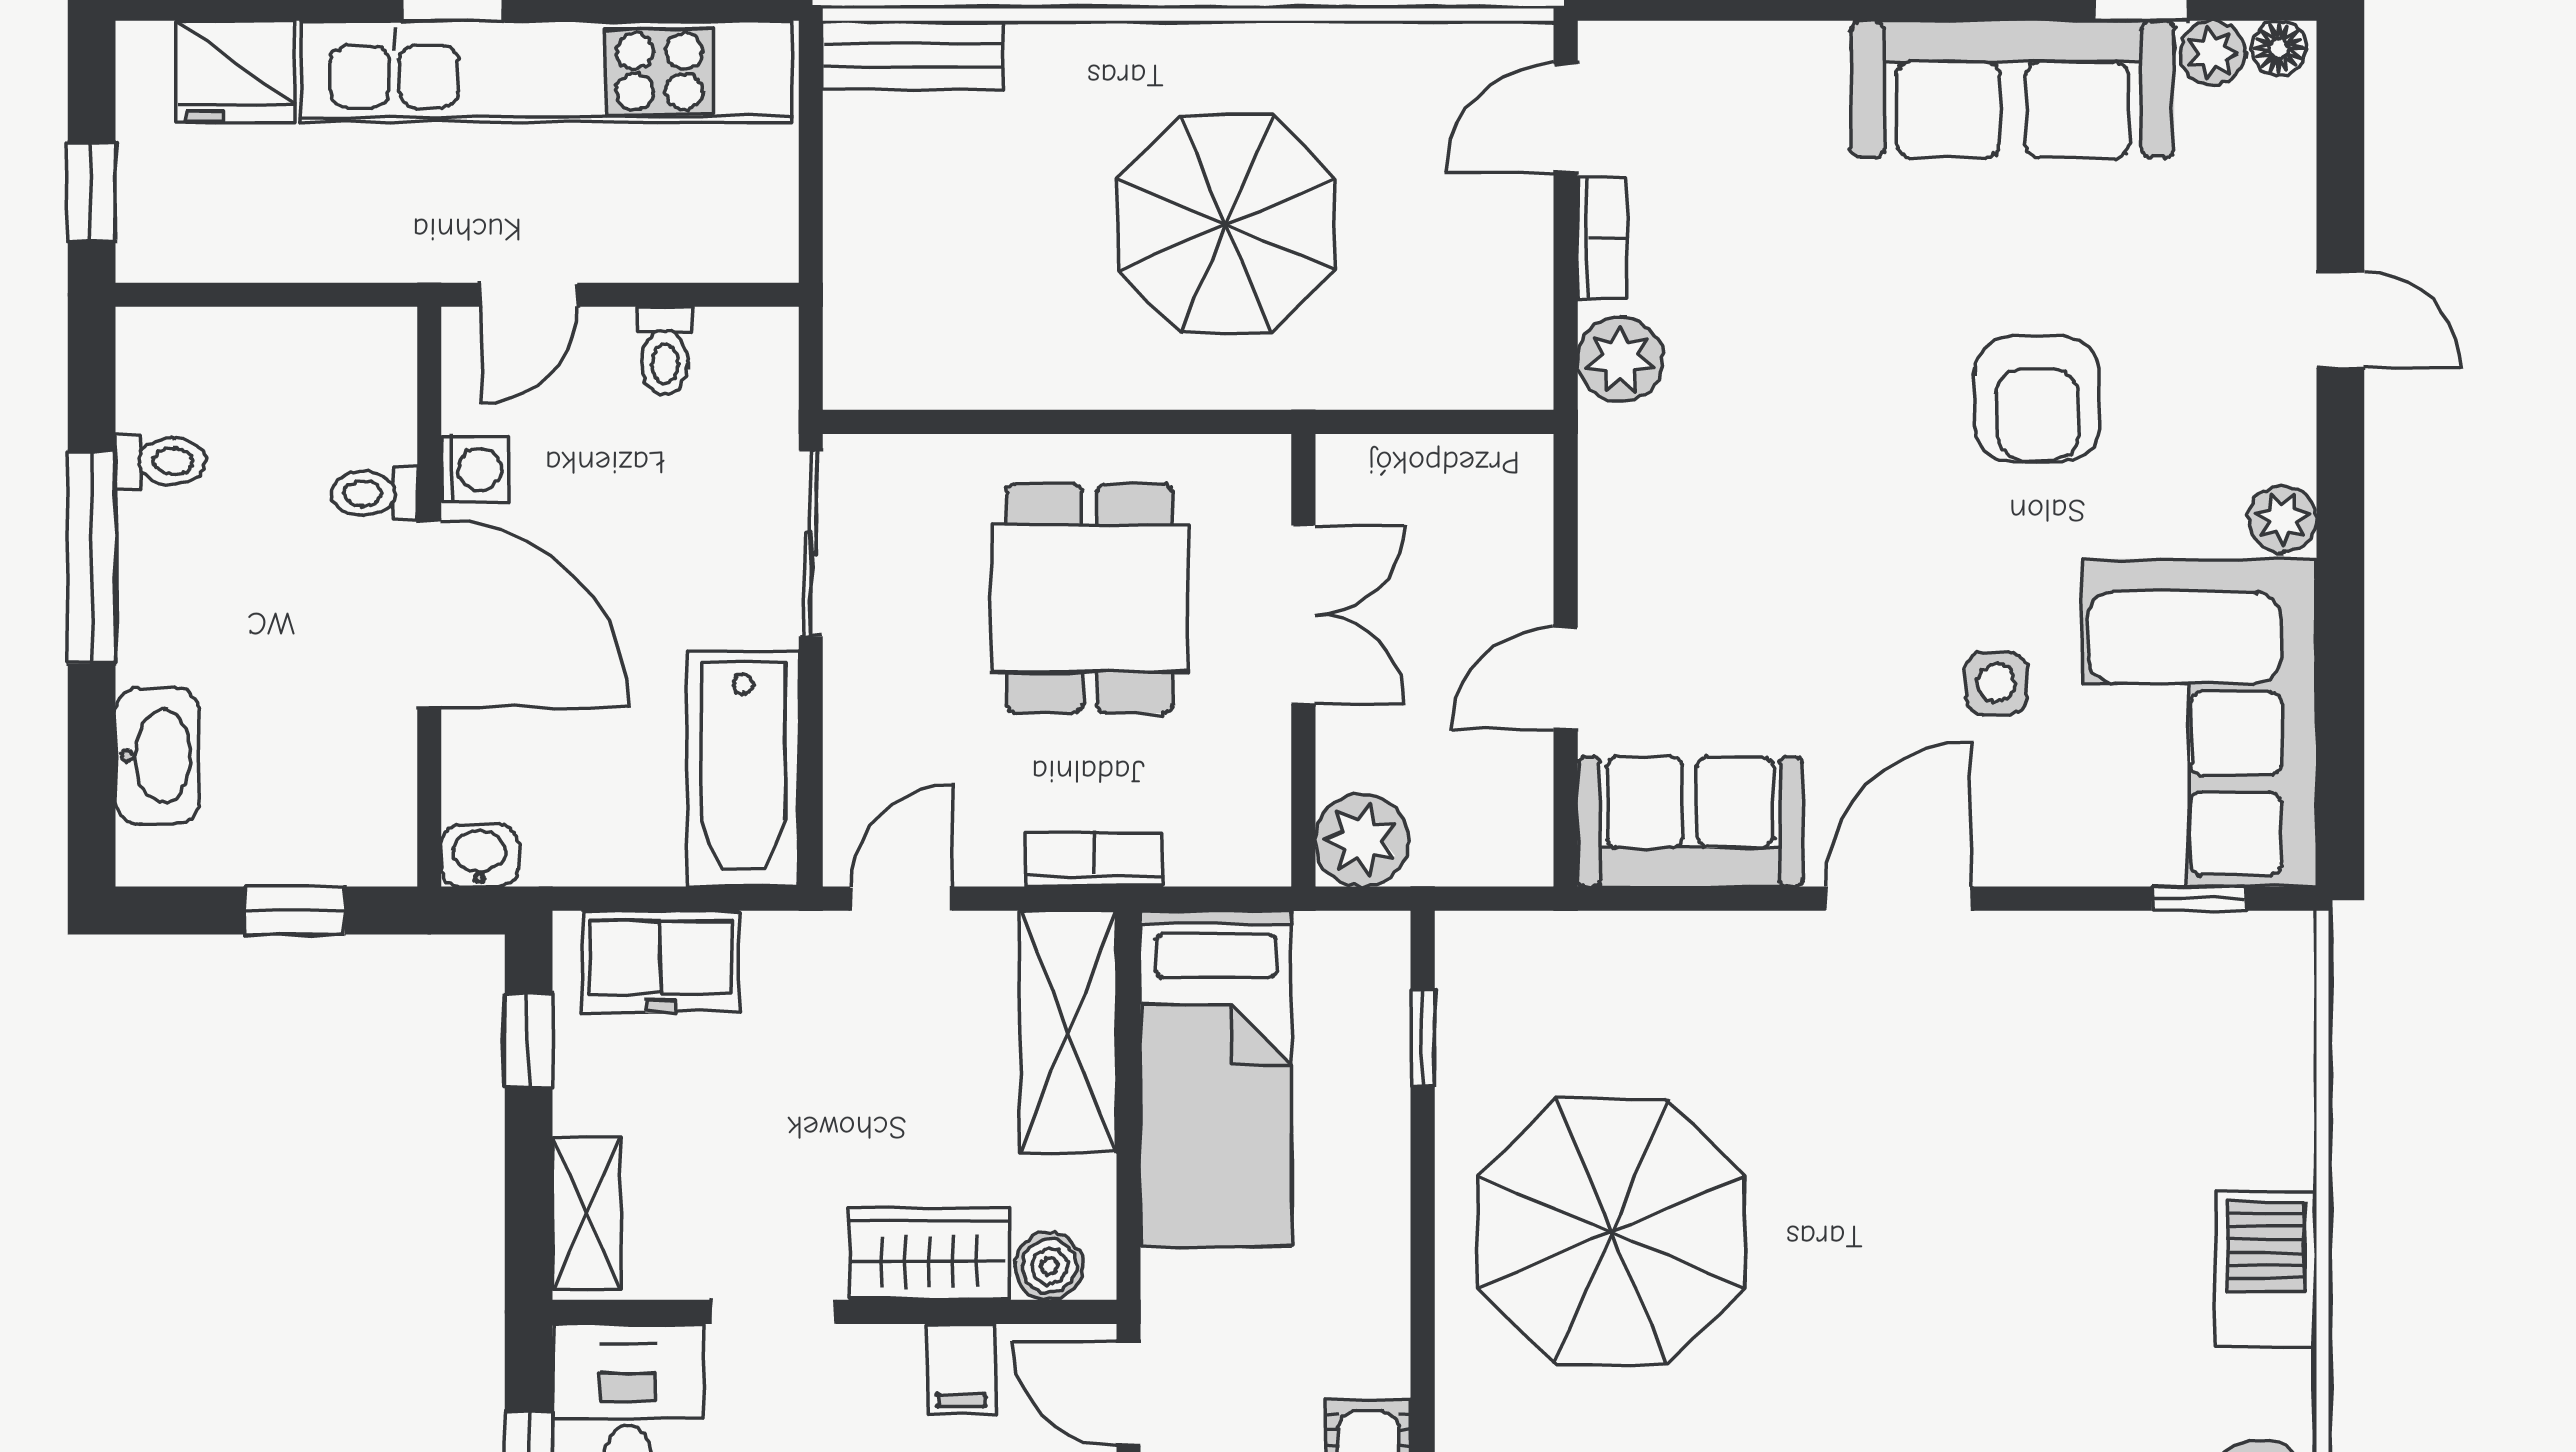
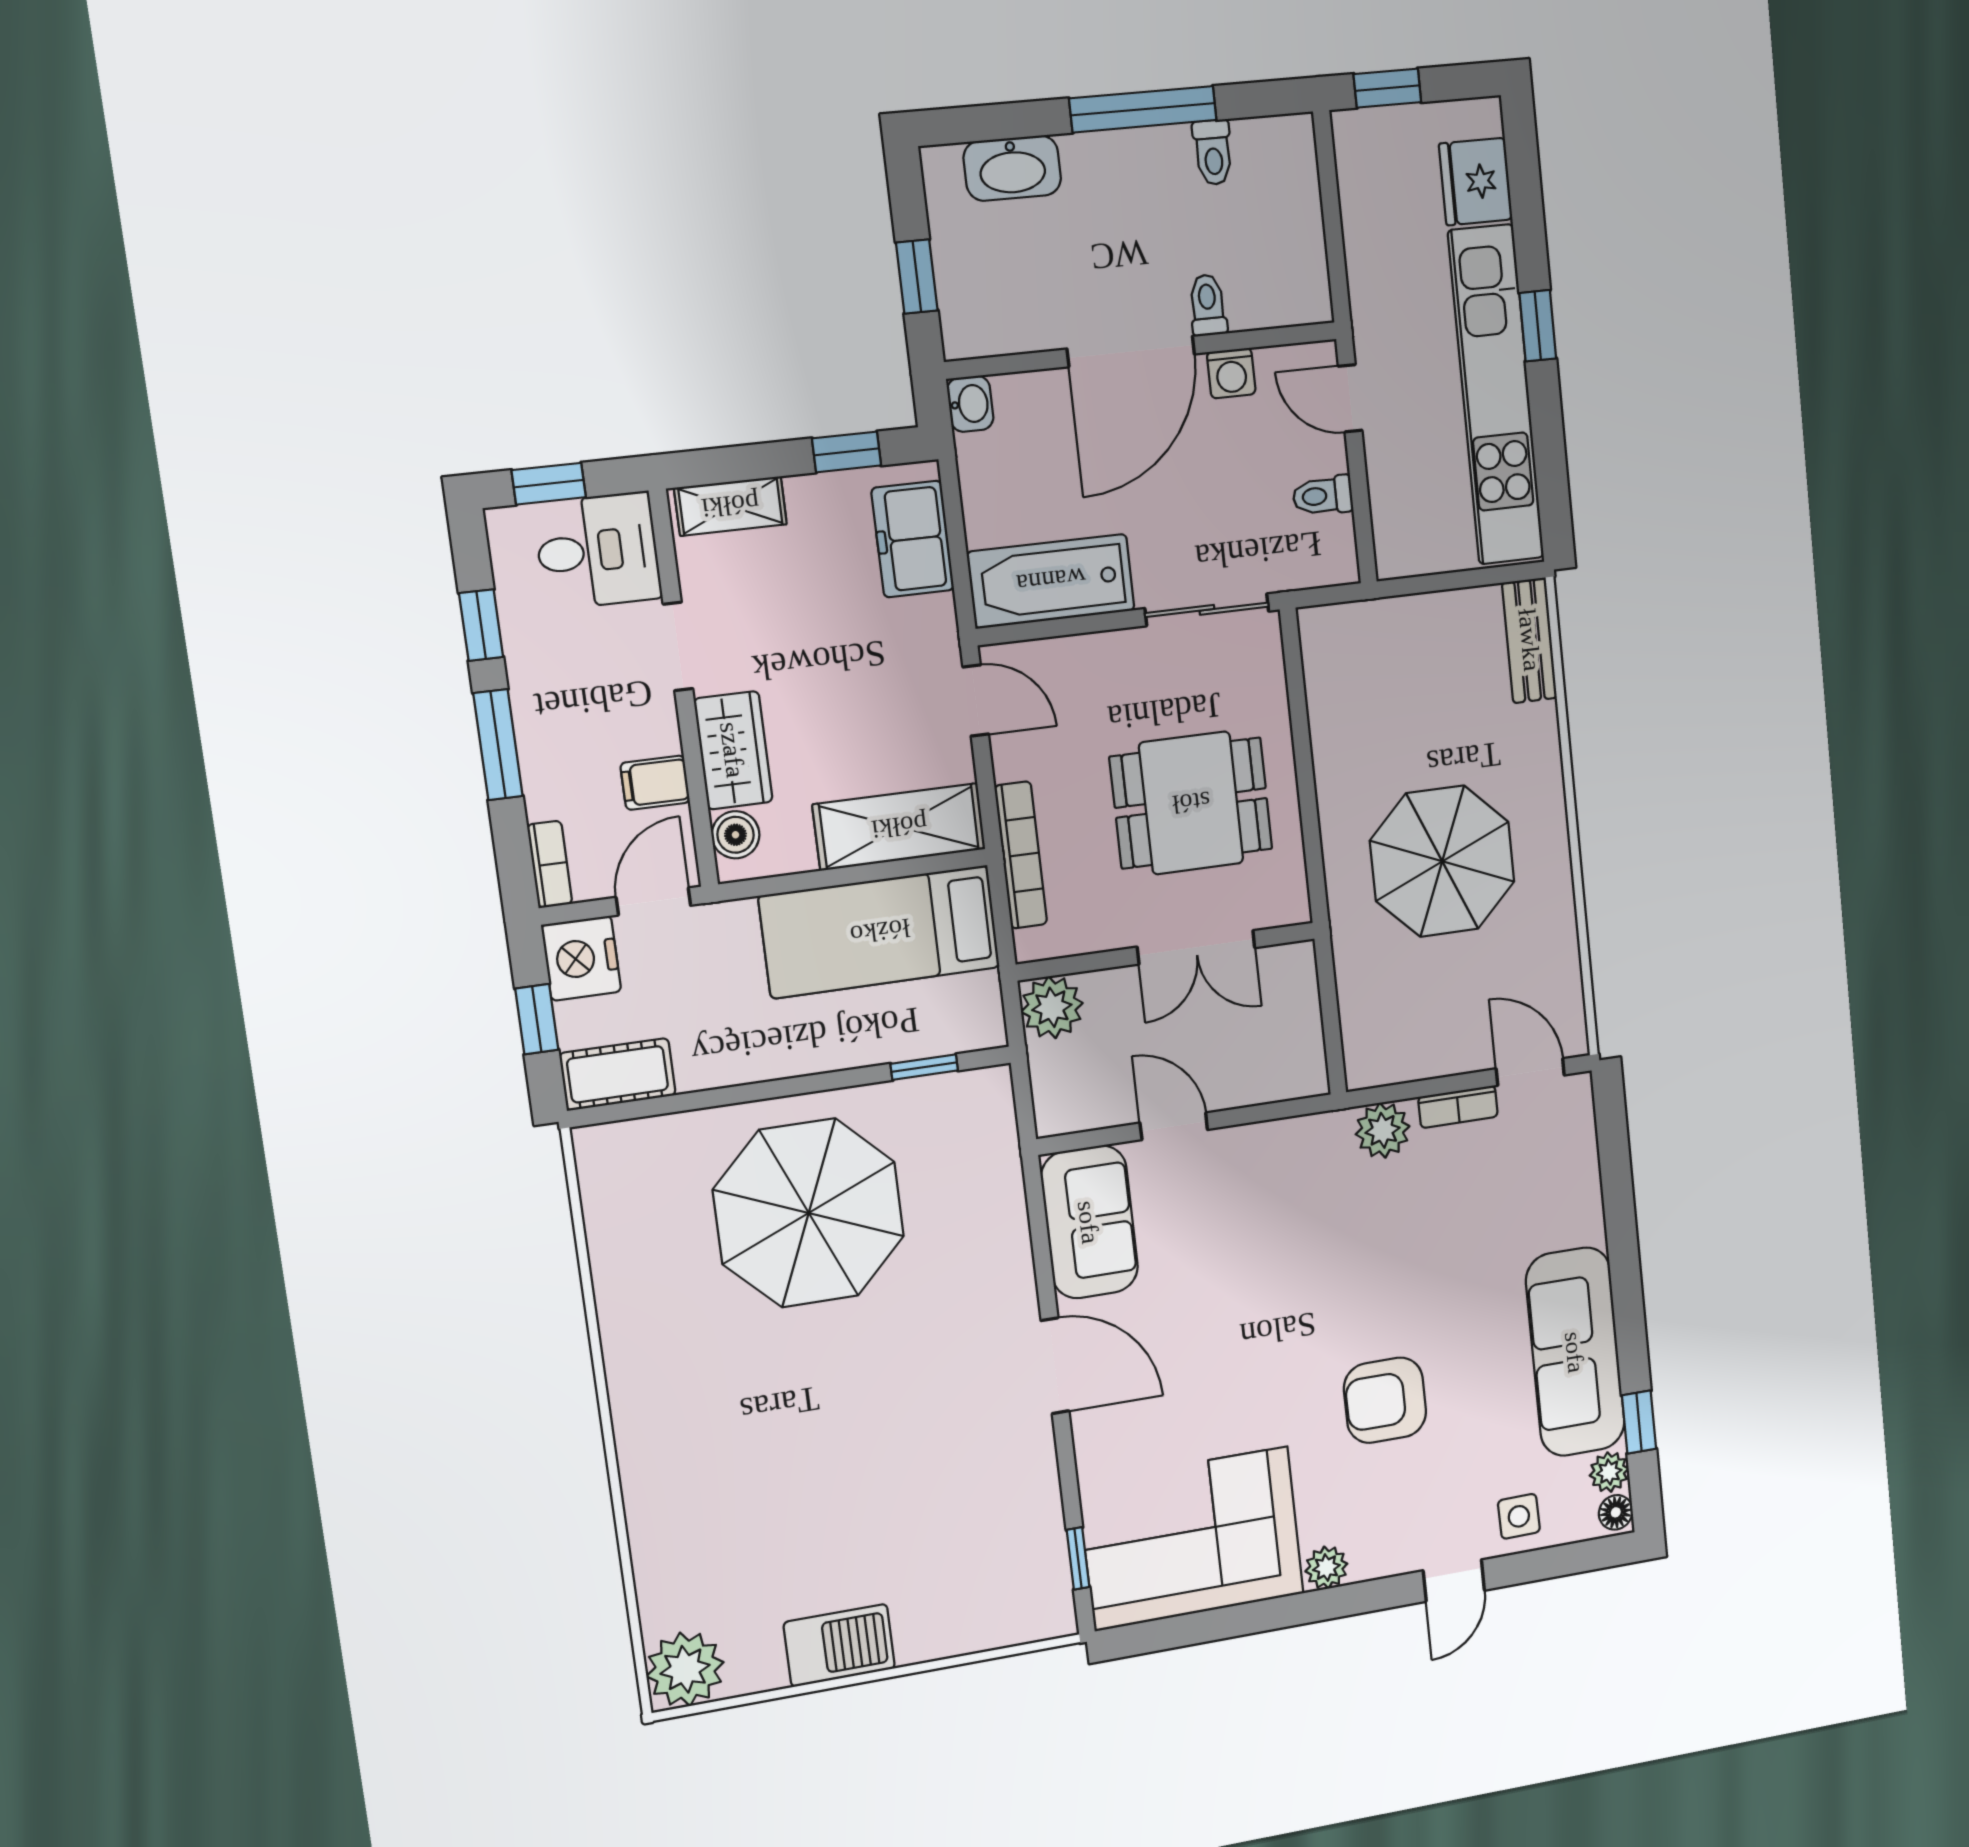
side table: (1996, 683) -> (1519, 1516), moved
bookcase: (1094, 860) -> (1021, 855), width x1.56

